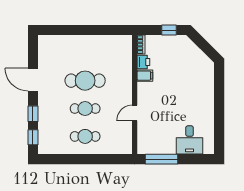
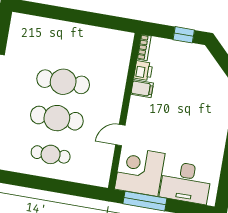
cafe table: (85, 109) -> (57, 118), width x1.37, depth x1.35
corner desk: (154, 137) -> (140, 171), added
desk: (190, 140) -> (186, 182), width x1.37

